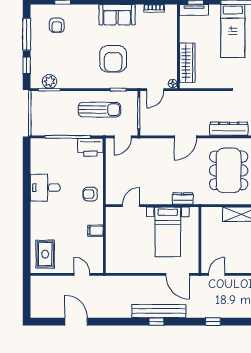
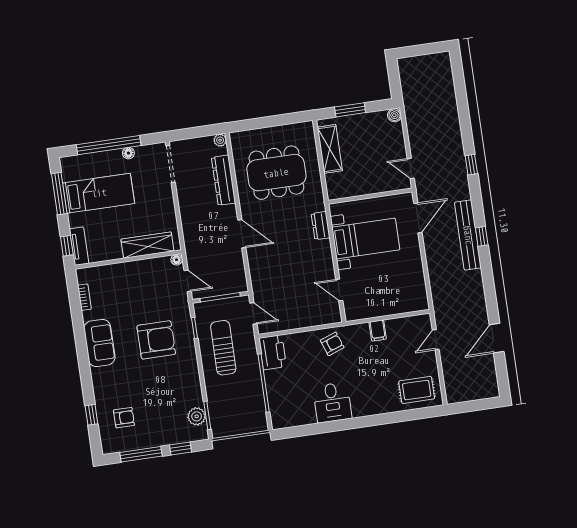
armchair: (90, 194) -> (332, 344), turned -110

